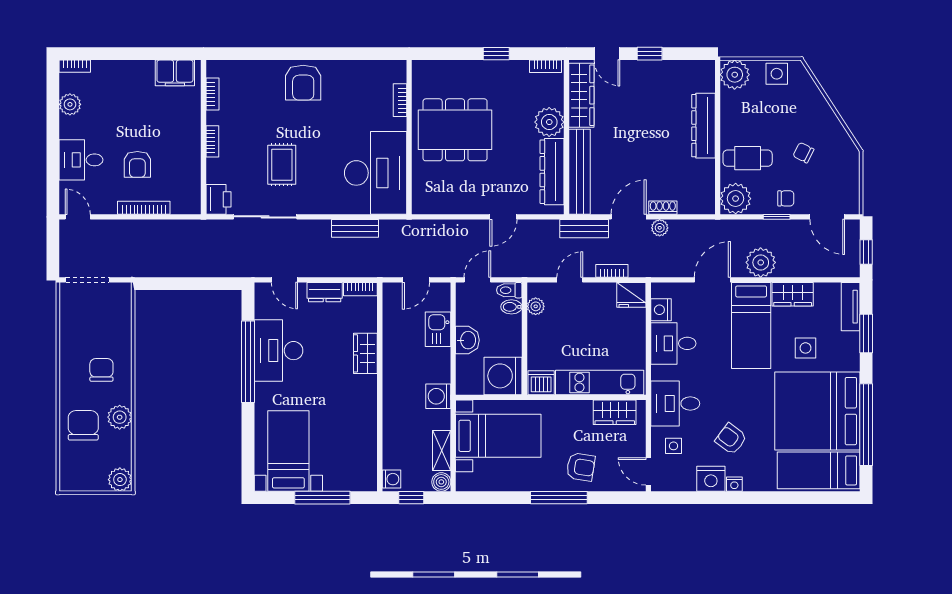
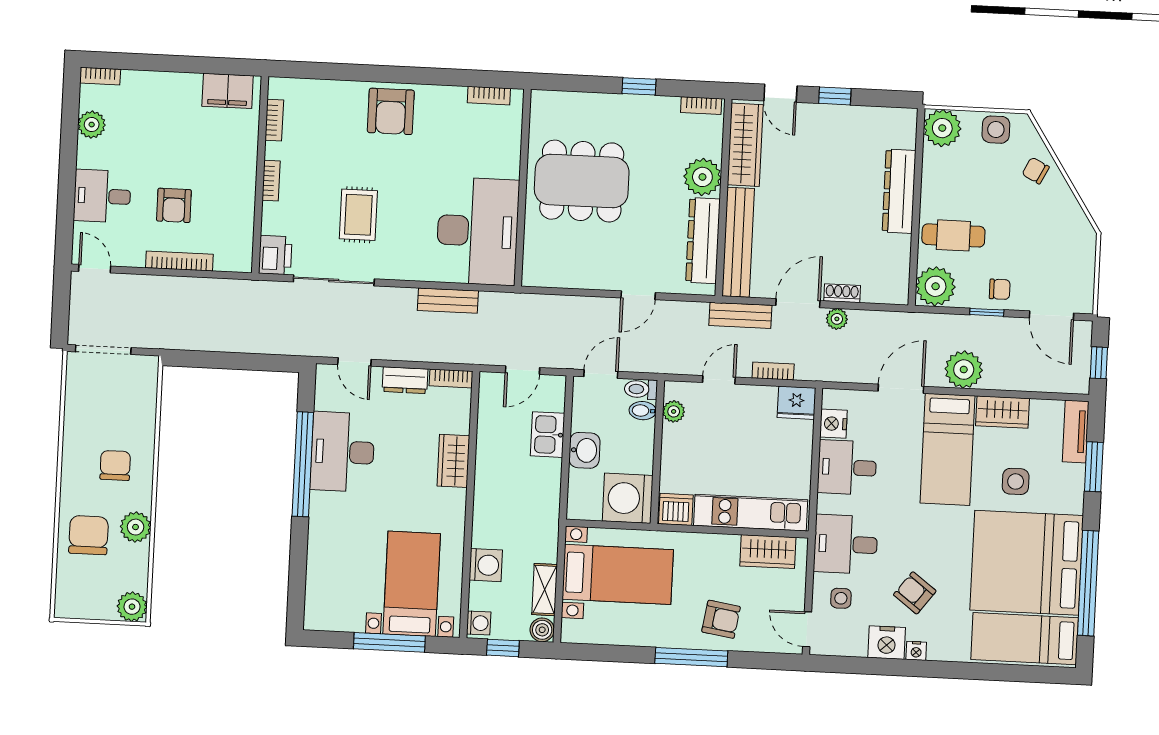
bookcase: (400, 100) -> (489, 96), moved, turned -90
chair: (803, 153) -> (1036, 171), moved
washing machine: (438, 396) -> (486, 565), moved, turned 180
bed with nightstands: (288, 451) -> (412, 584), moved

